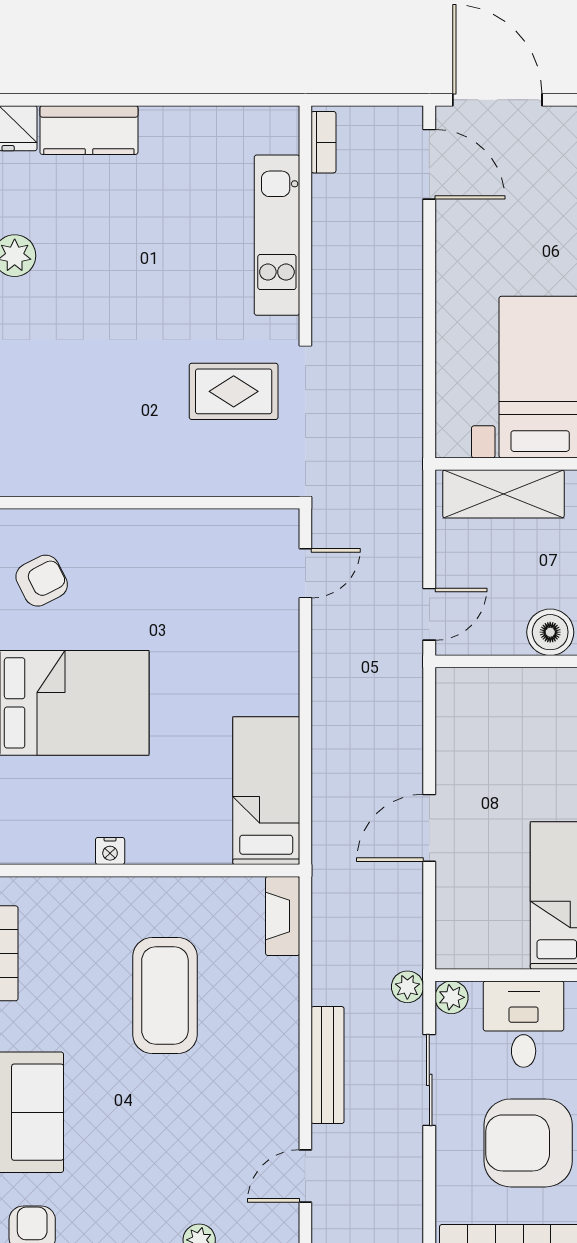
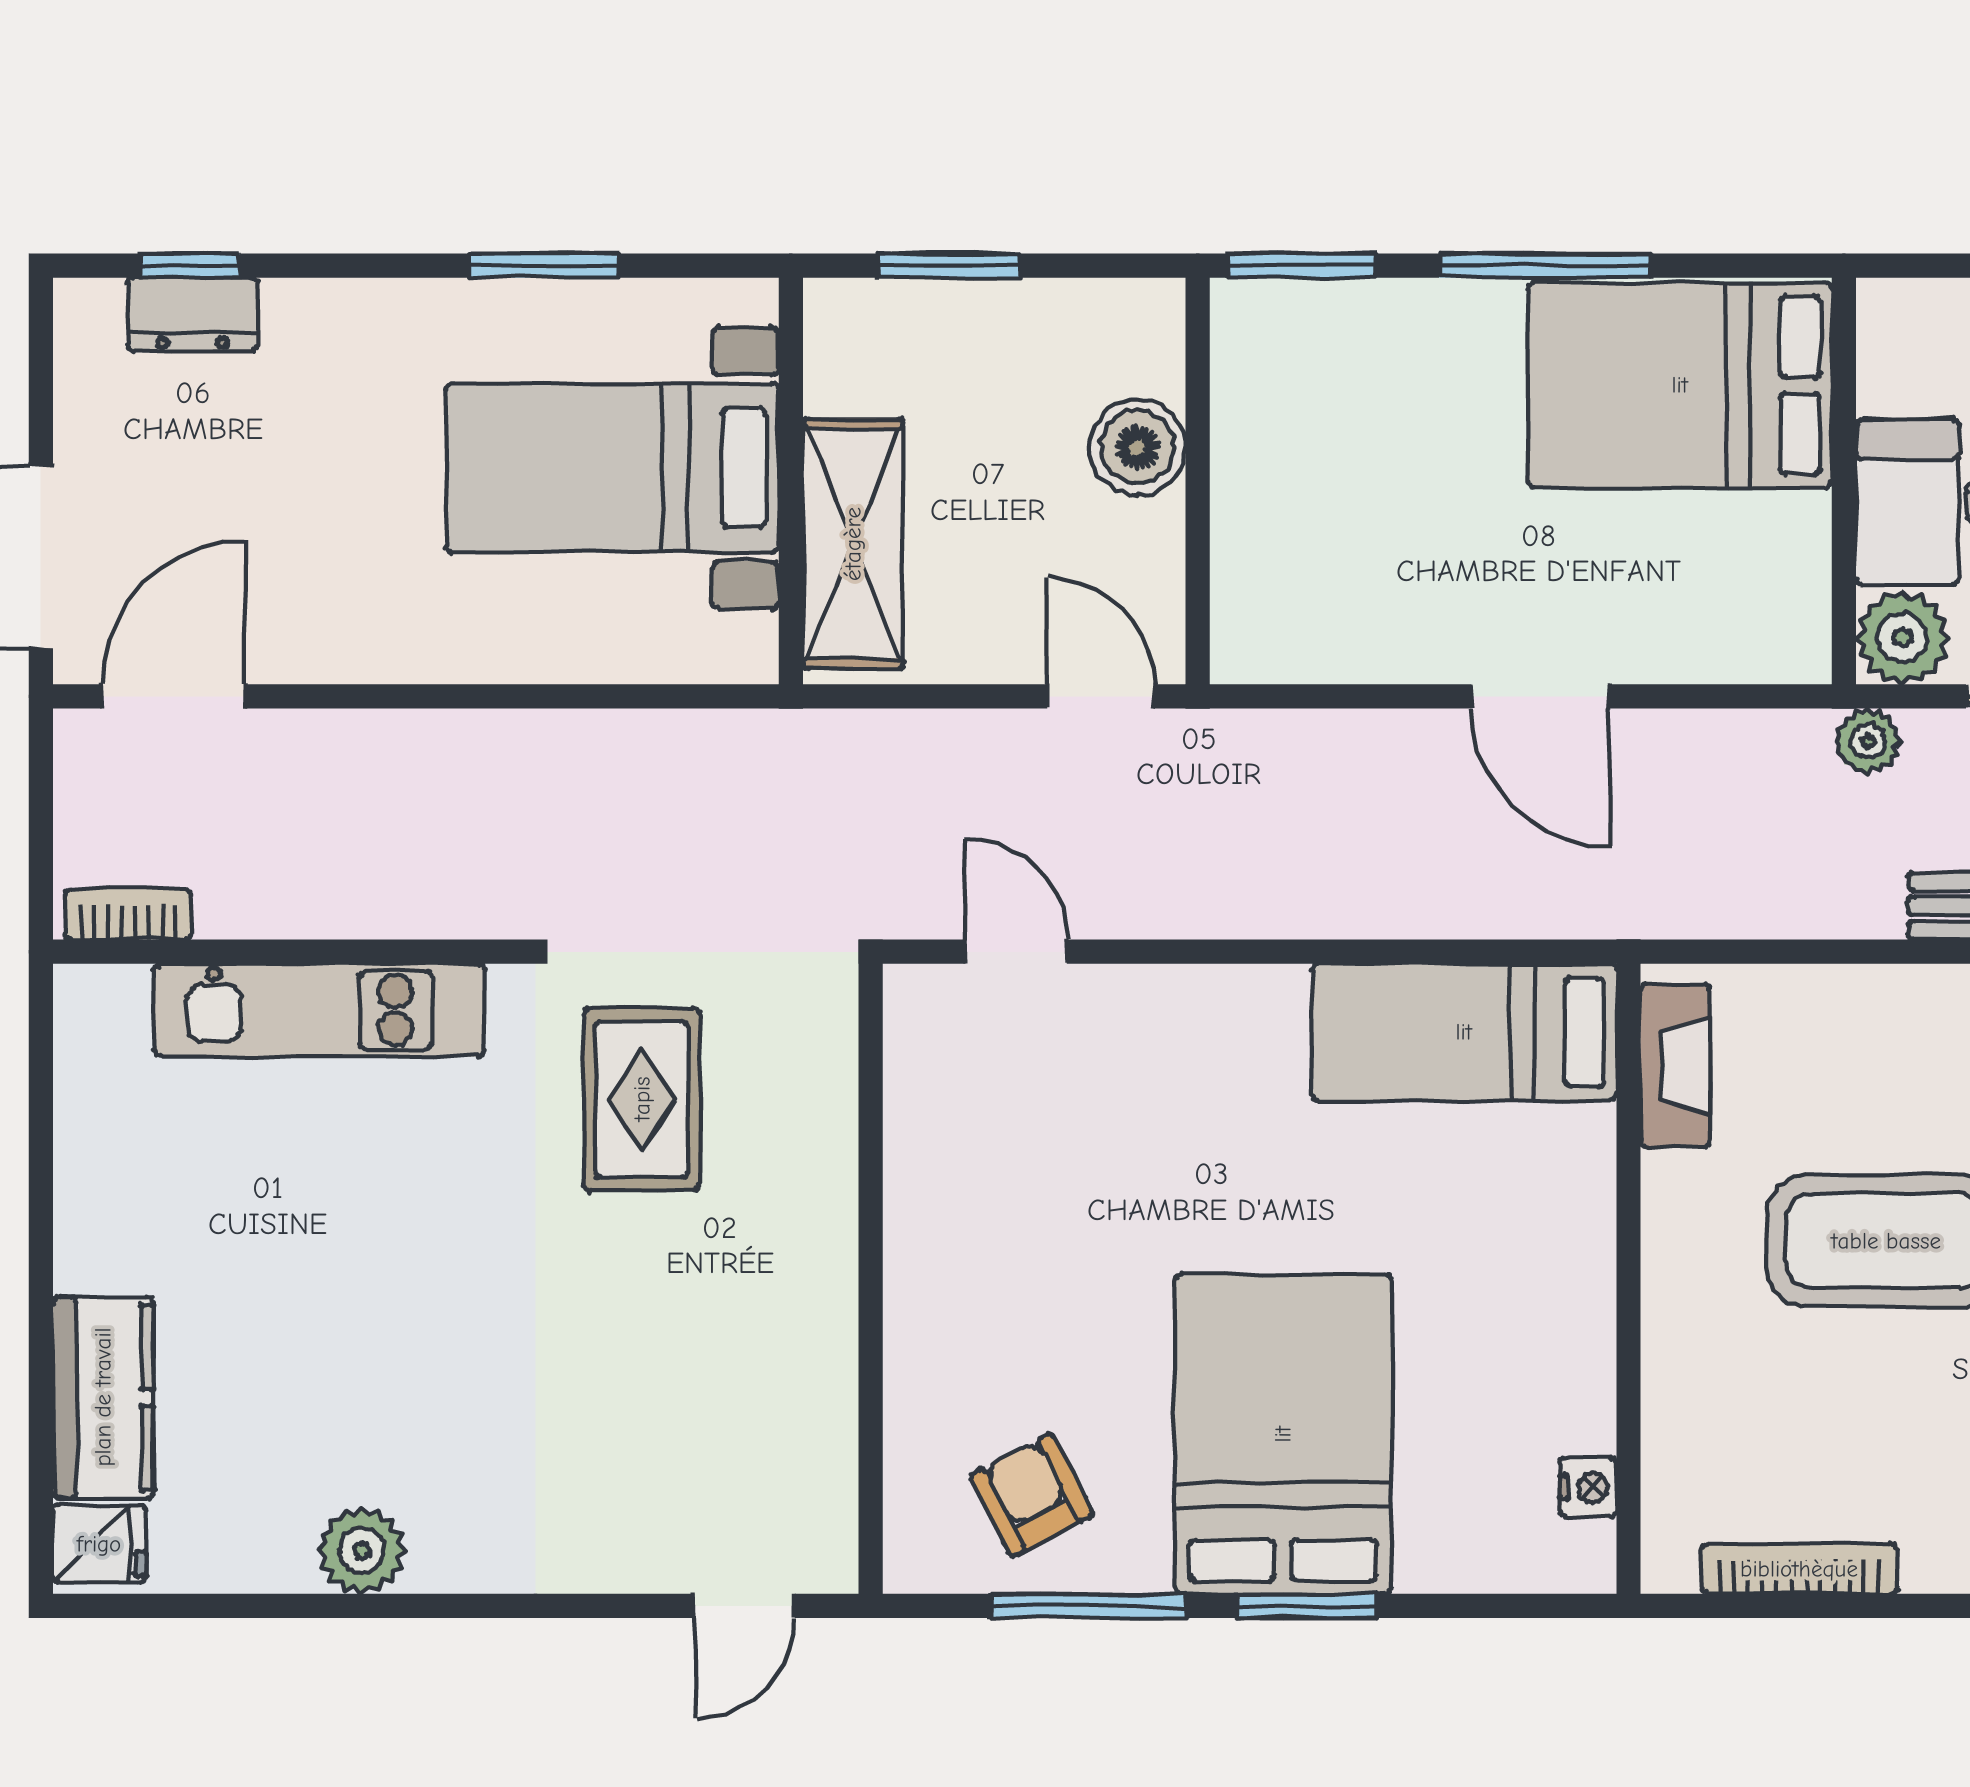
nightstand: (110, 851) -> (1588, 1487), moved
fireplace: (283, 916) -> (1675, 1066), moved, turned -90
plant: (452, 997) -> (1902, 638), width x1.38, depth x1.38

